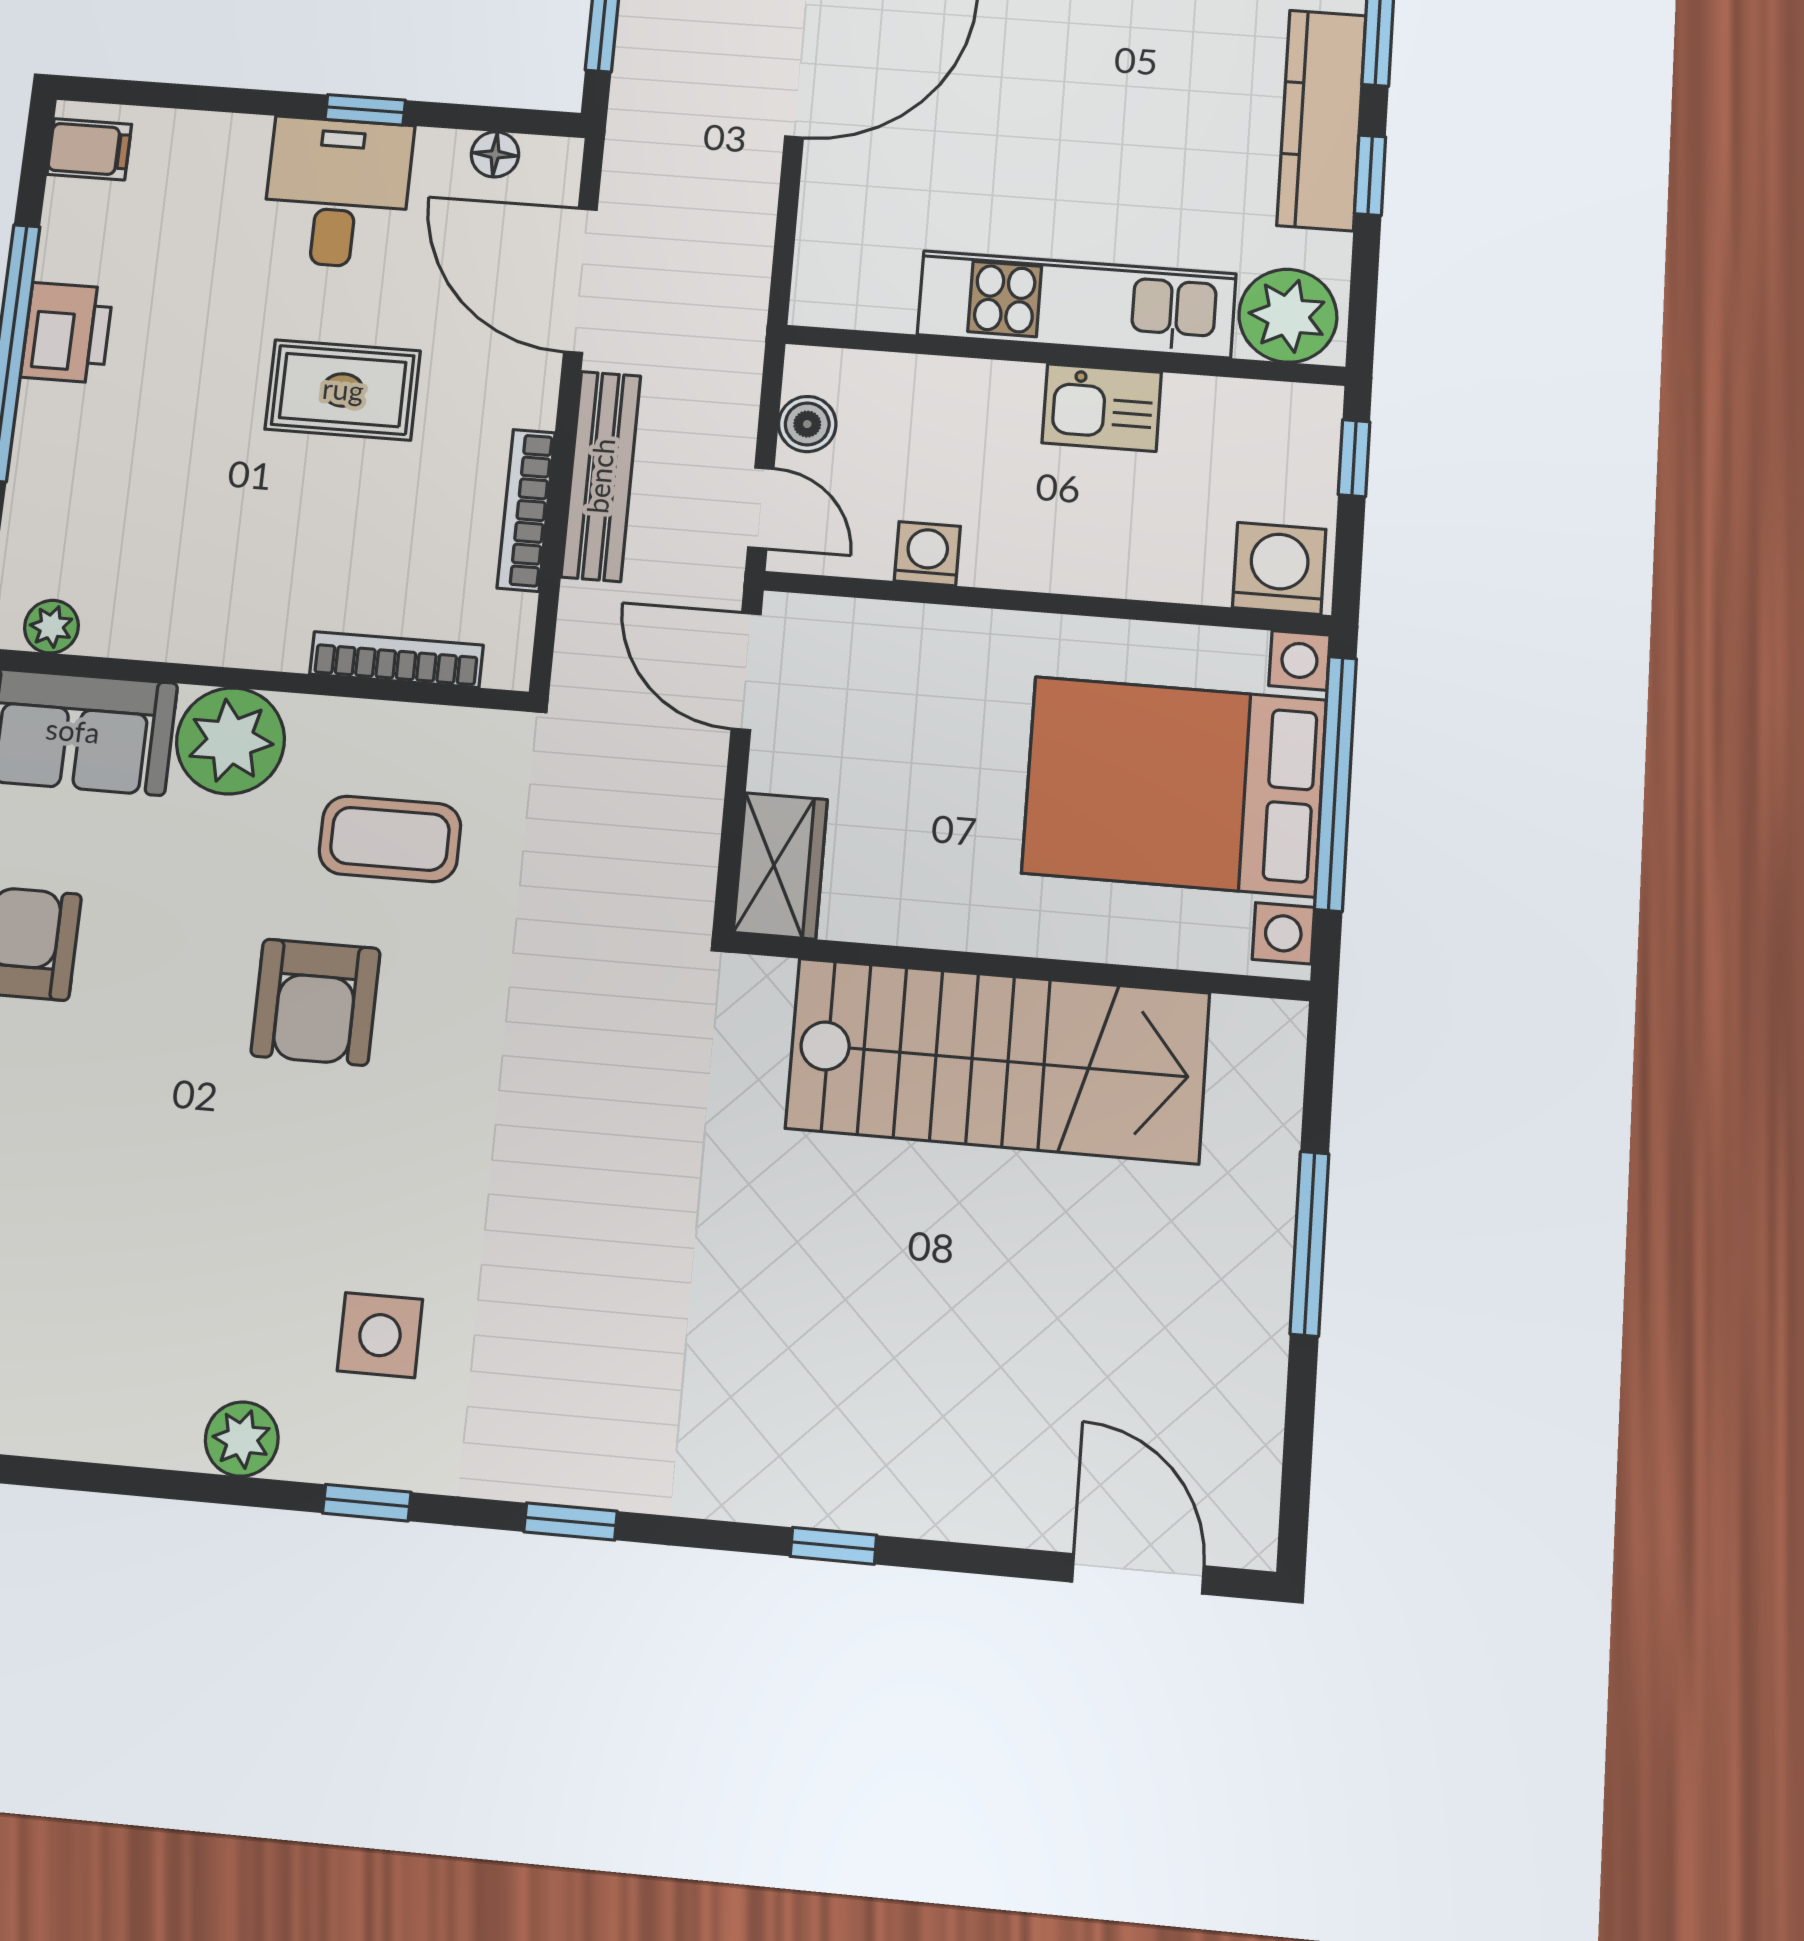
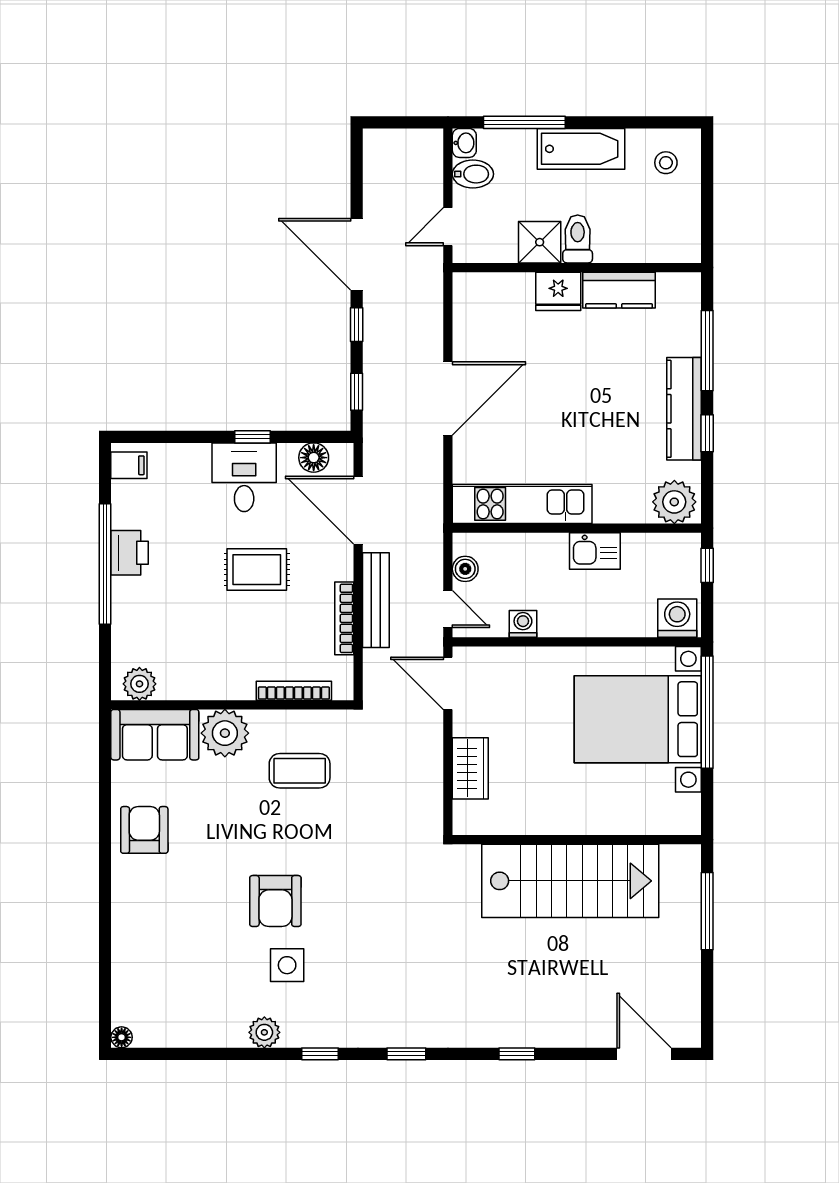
floor lamp: (495, 154) -> (314, 458), width x1.37, depth x1.37
kitchen unit: (1077, 304) -> (522, 504), moved
plant: (51, 627) -> (139, 684), width x1.38, depth x1.38
wall: (1020, 967) -> (577, 840), moved
armchair: (316, 1002) -> (275, 901), moved
stairs: (998, 1061) -> (570, 881), moved
side table: (380, 1335) -> (287, 965), moved

